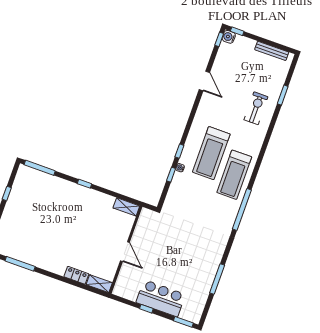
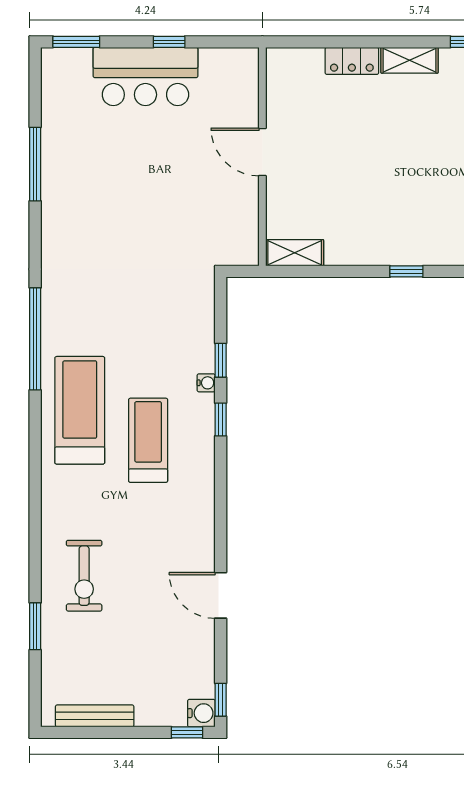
treadmill: (211, 153) -> (148, 440), width x0.73, depth x0.73
shelving: (99, 284) -> (409, 60), moved

